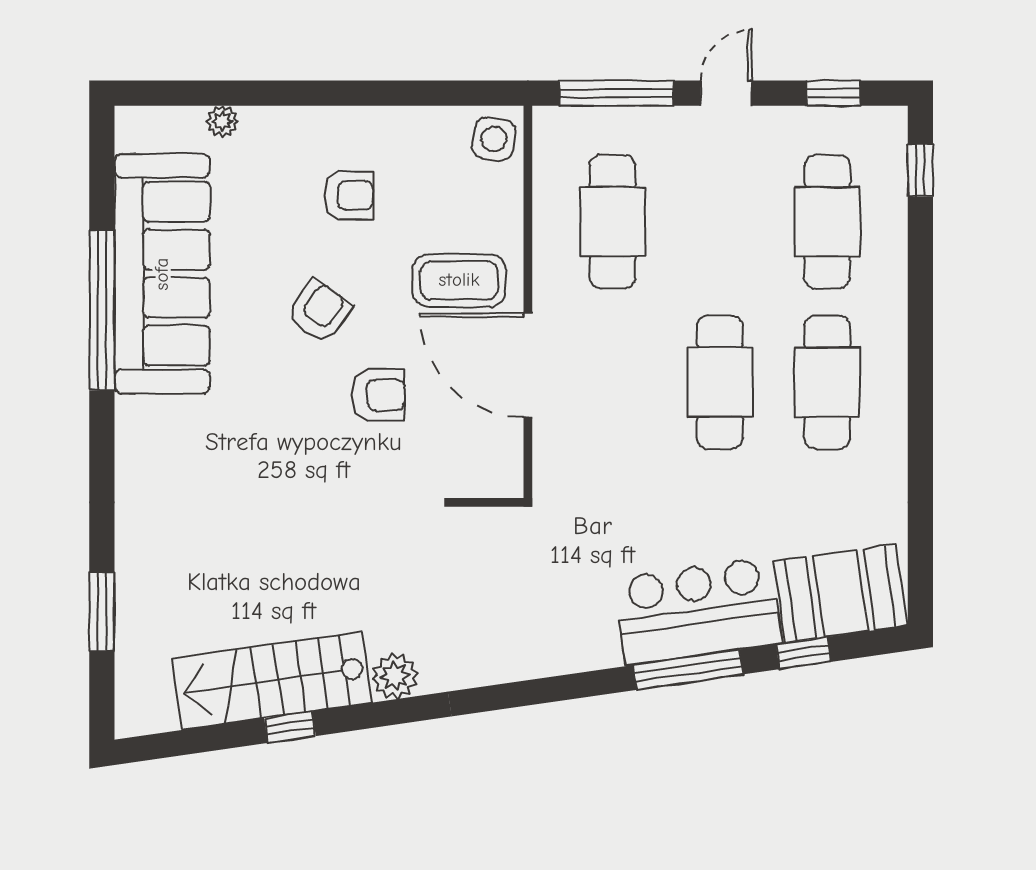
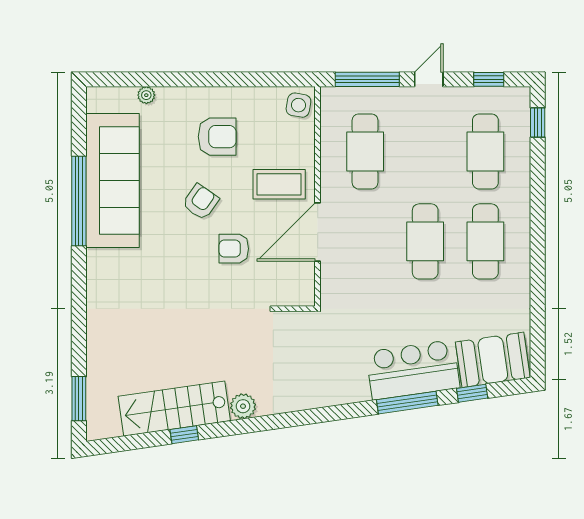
armchair: (349, 195) -> (217, 137), width x1.38, depth x1.38
door: (528, 365) -> (318, 232), hinge flipped
armchair: (378, 395) -> (234, 249), turned 180
window: (102, 612) -> (79, 399), moved

